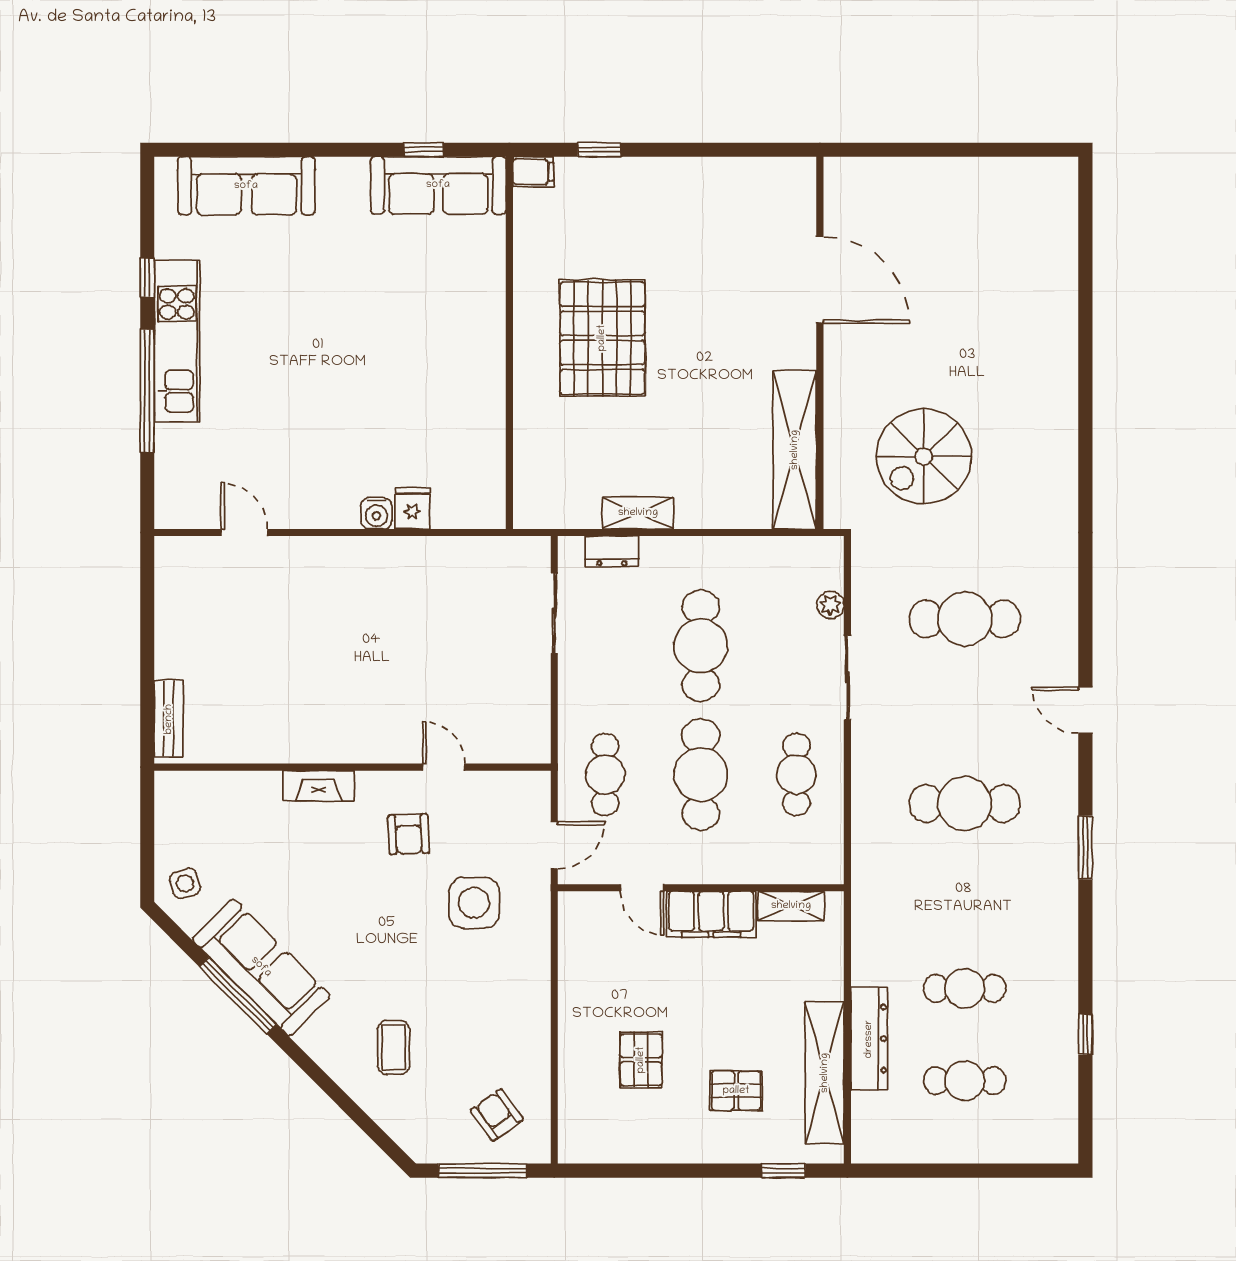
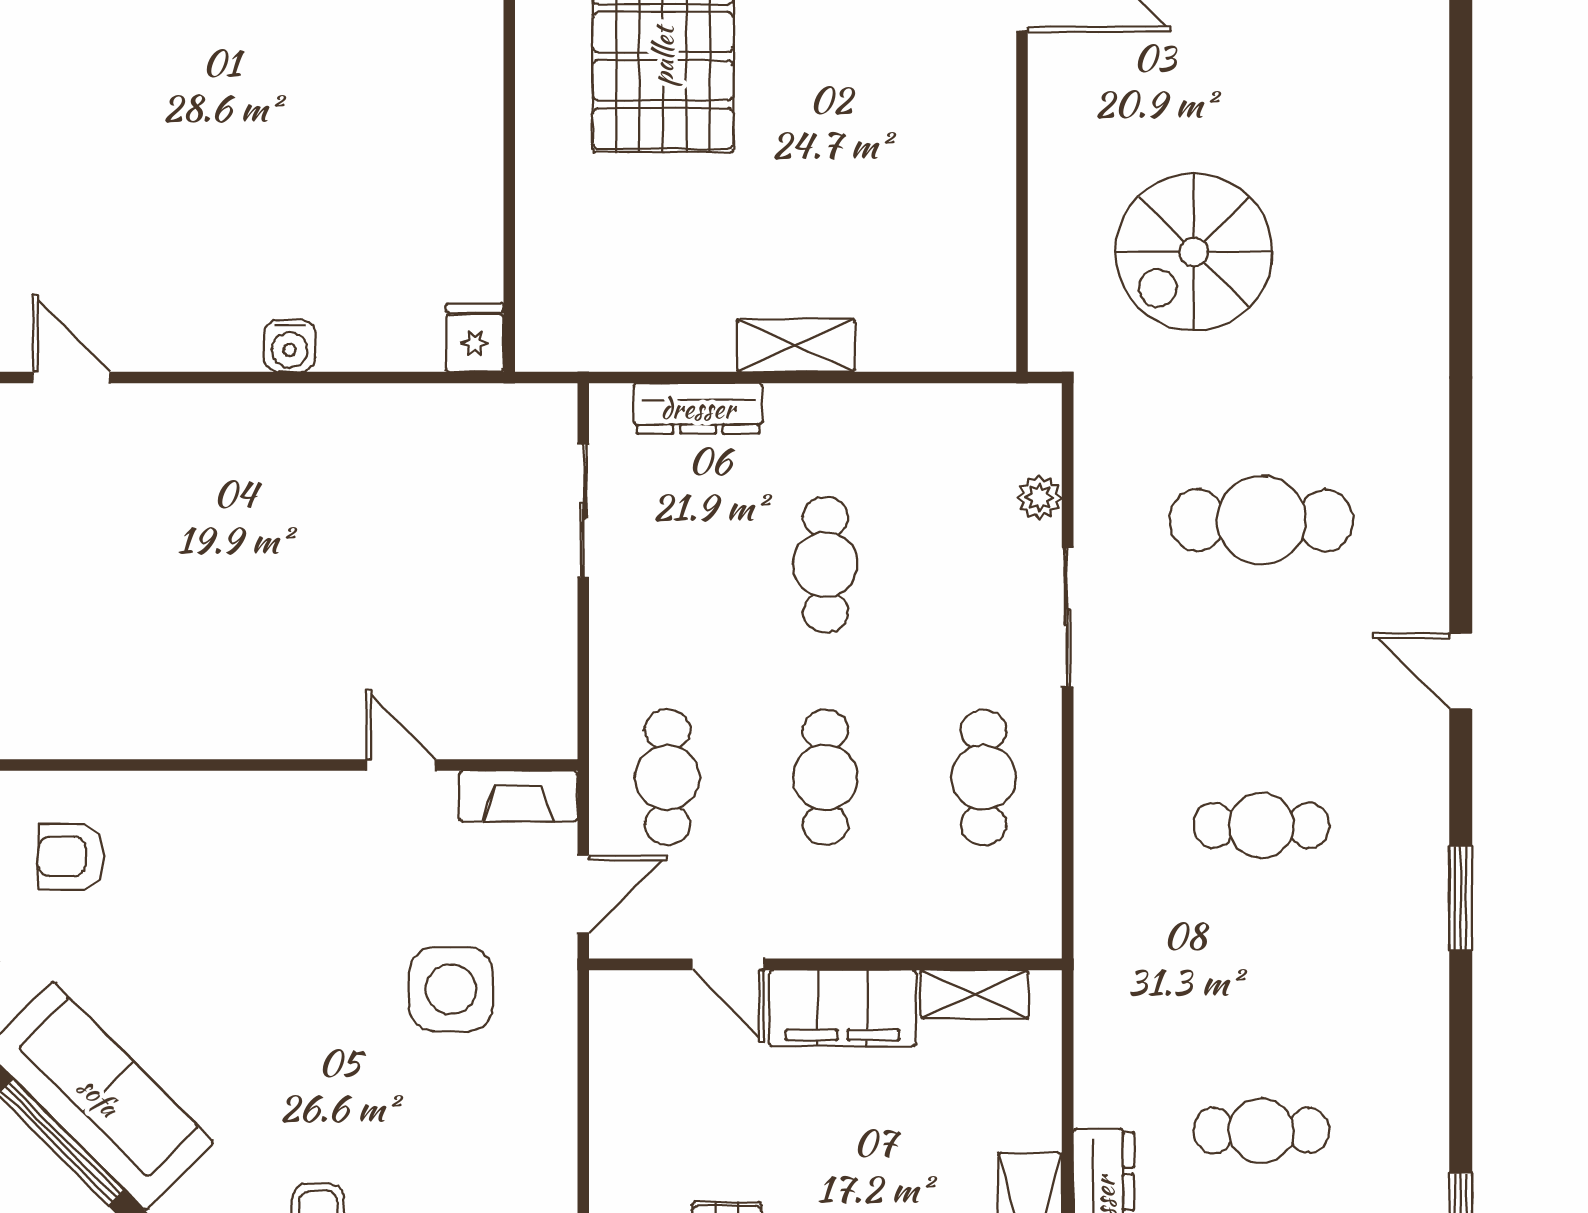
shelving: (795, 450) -> (981, 241), removed
fridge: (412, 508) -> (475, 338), moved
shelving: (638, 513) -> (796, 345), moved
dresser: (612, 551) -> (698, 408), width x1.44
cafe table: (701, 646) -> (825, 565), width x0.73, depth x0.74
cafe table: (701, 775) -> (825, 777), width x0.73, depth x0.74
fireplace: (319, 786) -> (518, 796), moved
cafe table: (965, 804) -> (1261, 825), width x0.73, depth x0.74
armchair: (409, 834) -> (71, 856), moved, turned 92

